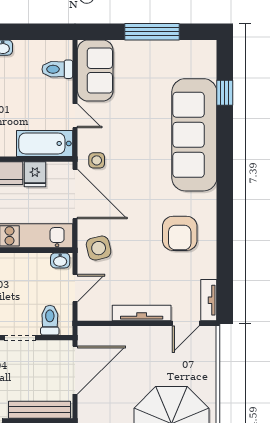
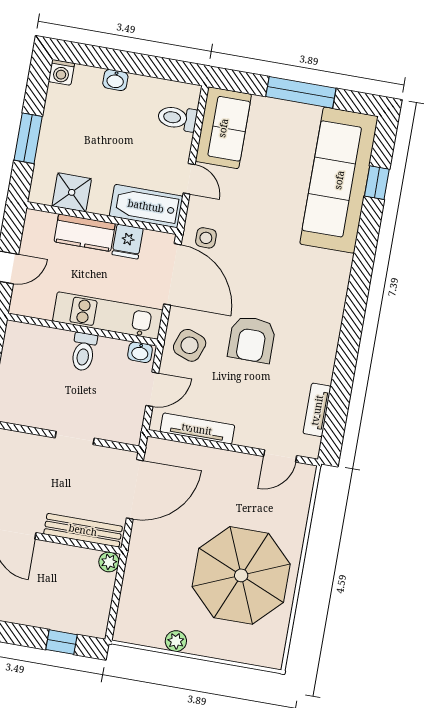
sofa: (194, 135) -> (339, 180), moved
armchair: (180, 233) -> (252, 339), moved
side table: (99, 248) -> (190, 345), turned 33
tv unit: (209, 300) -> (317, 410), moved
tv unit: (142, 313) -> (197, 429), moved
toilet: (50, 320) -> (84, 352), moved, turned 180

